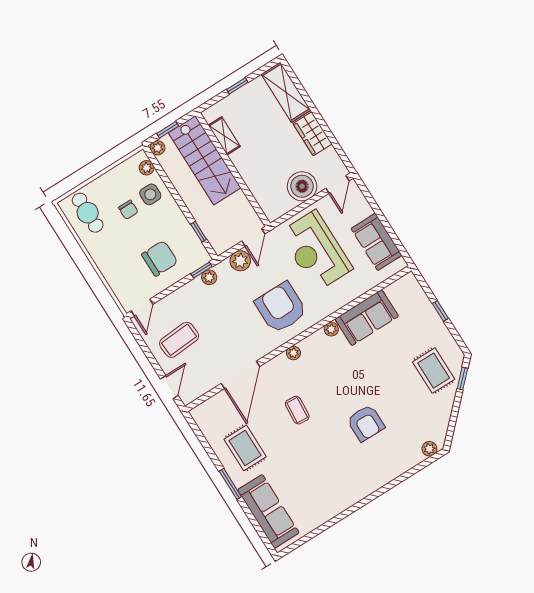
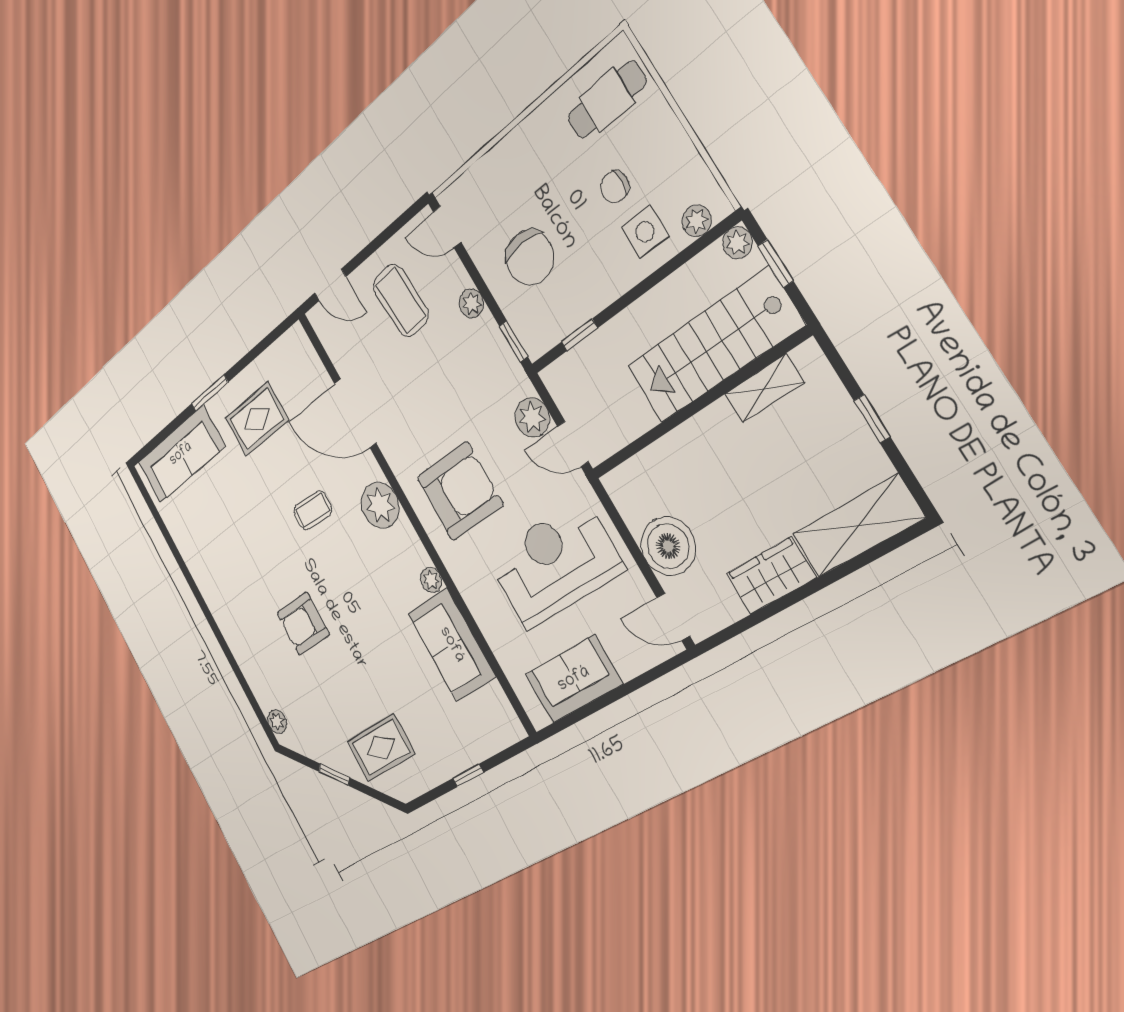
plant: (209, 277) -> (471, 303), moved
plant: (293, 353) -> (380, 505), width x1.88, depth x1.88
window: (462, 379) -> (334, 775), moved

